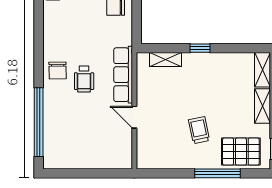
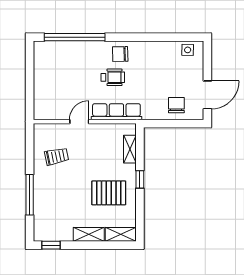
wheelchair: (84, 79) -> (113, 77), turned 180
trolley: (199, 130) -> (57, 156), moved
pallet: (241, 152) -> (109, 193), moved, turned 90

